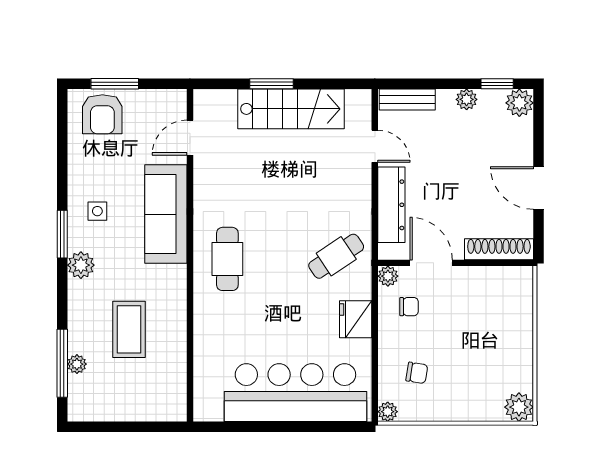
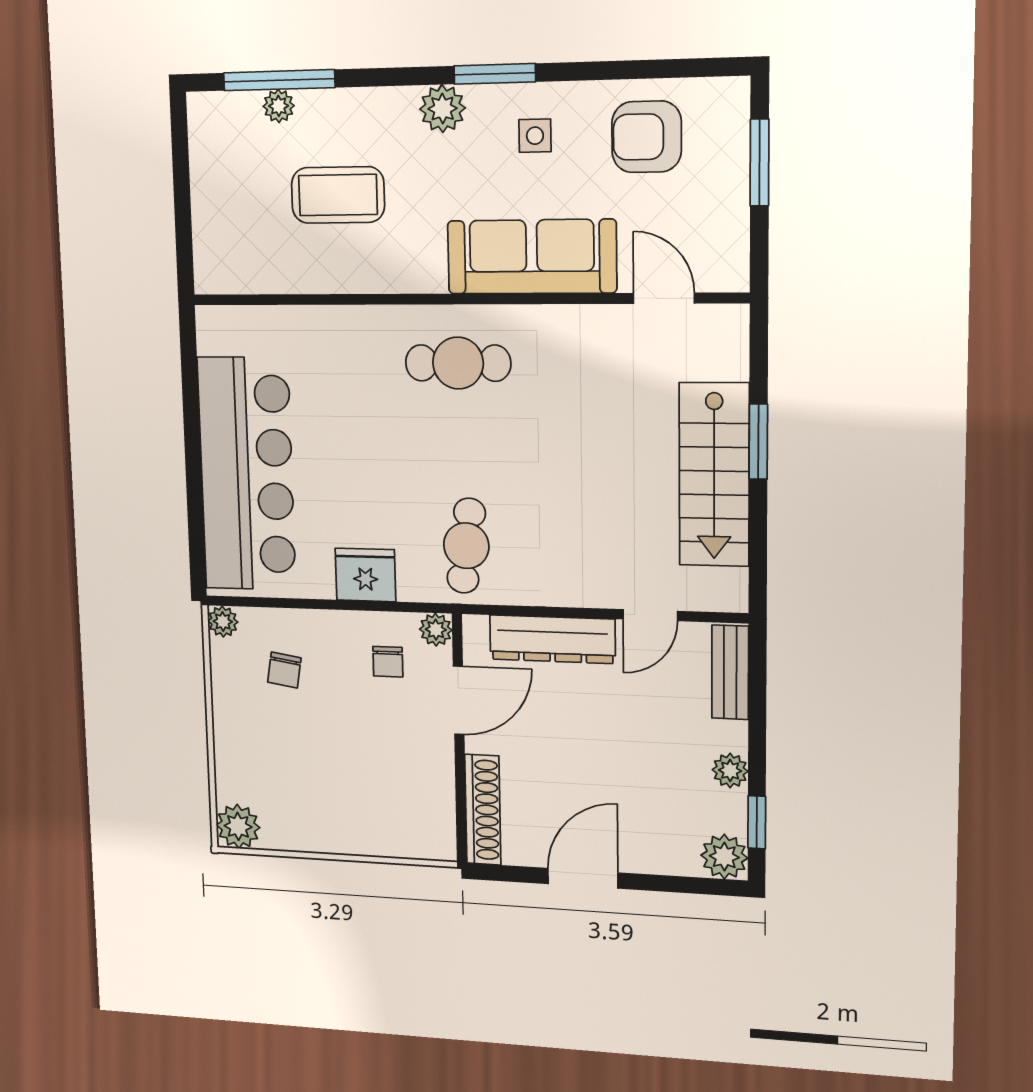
armchair: (102, 114) -> (647, 137), moved
cafe table: (336, 256) -> (466, 546), turned 41

